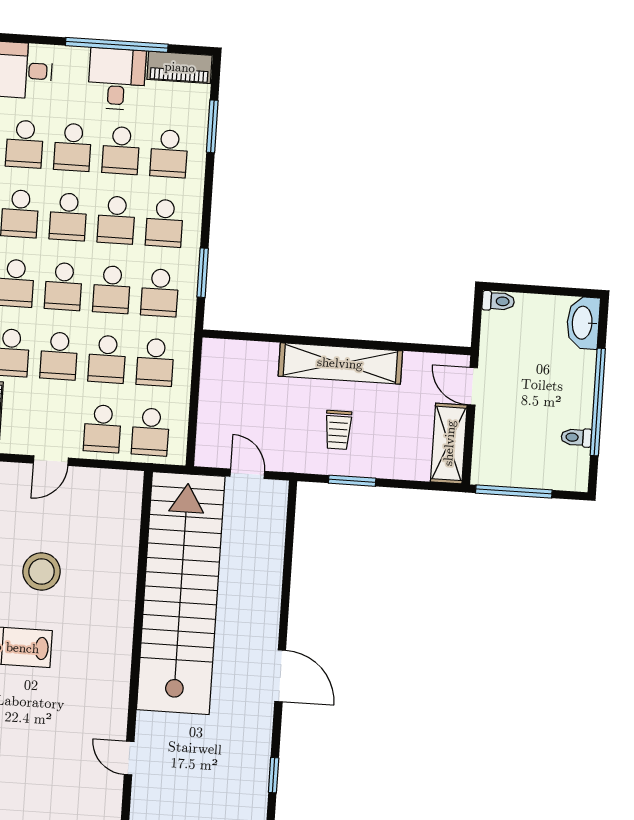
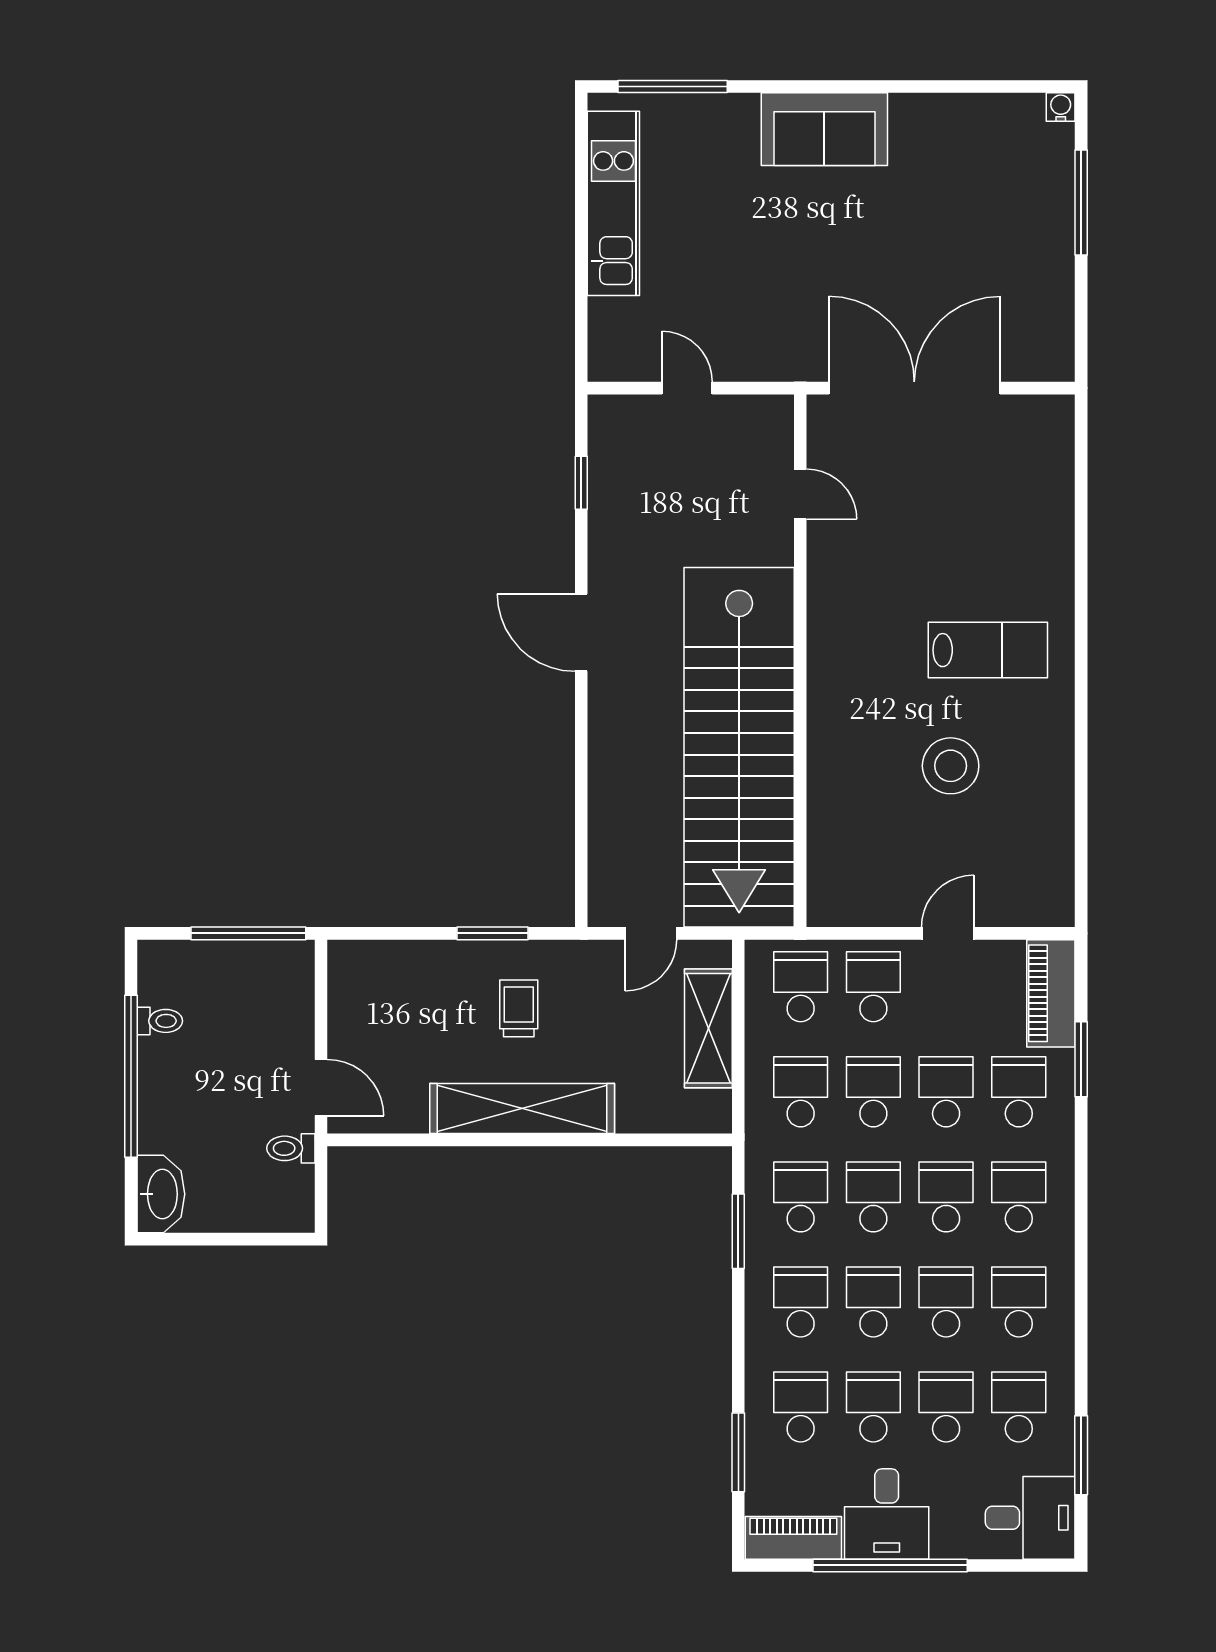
toilet: (498, 301) -> (291, 1148), moved
shelving: (449, 443) -> (708, 1028), moved
door: (247, 474) -> (651, 933), hinge flipped

